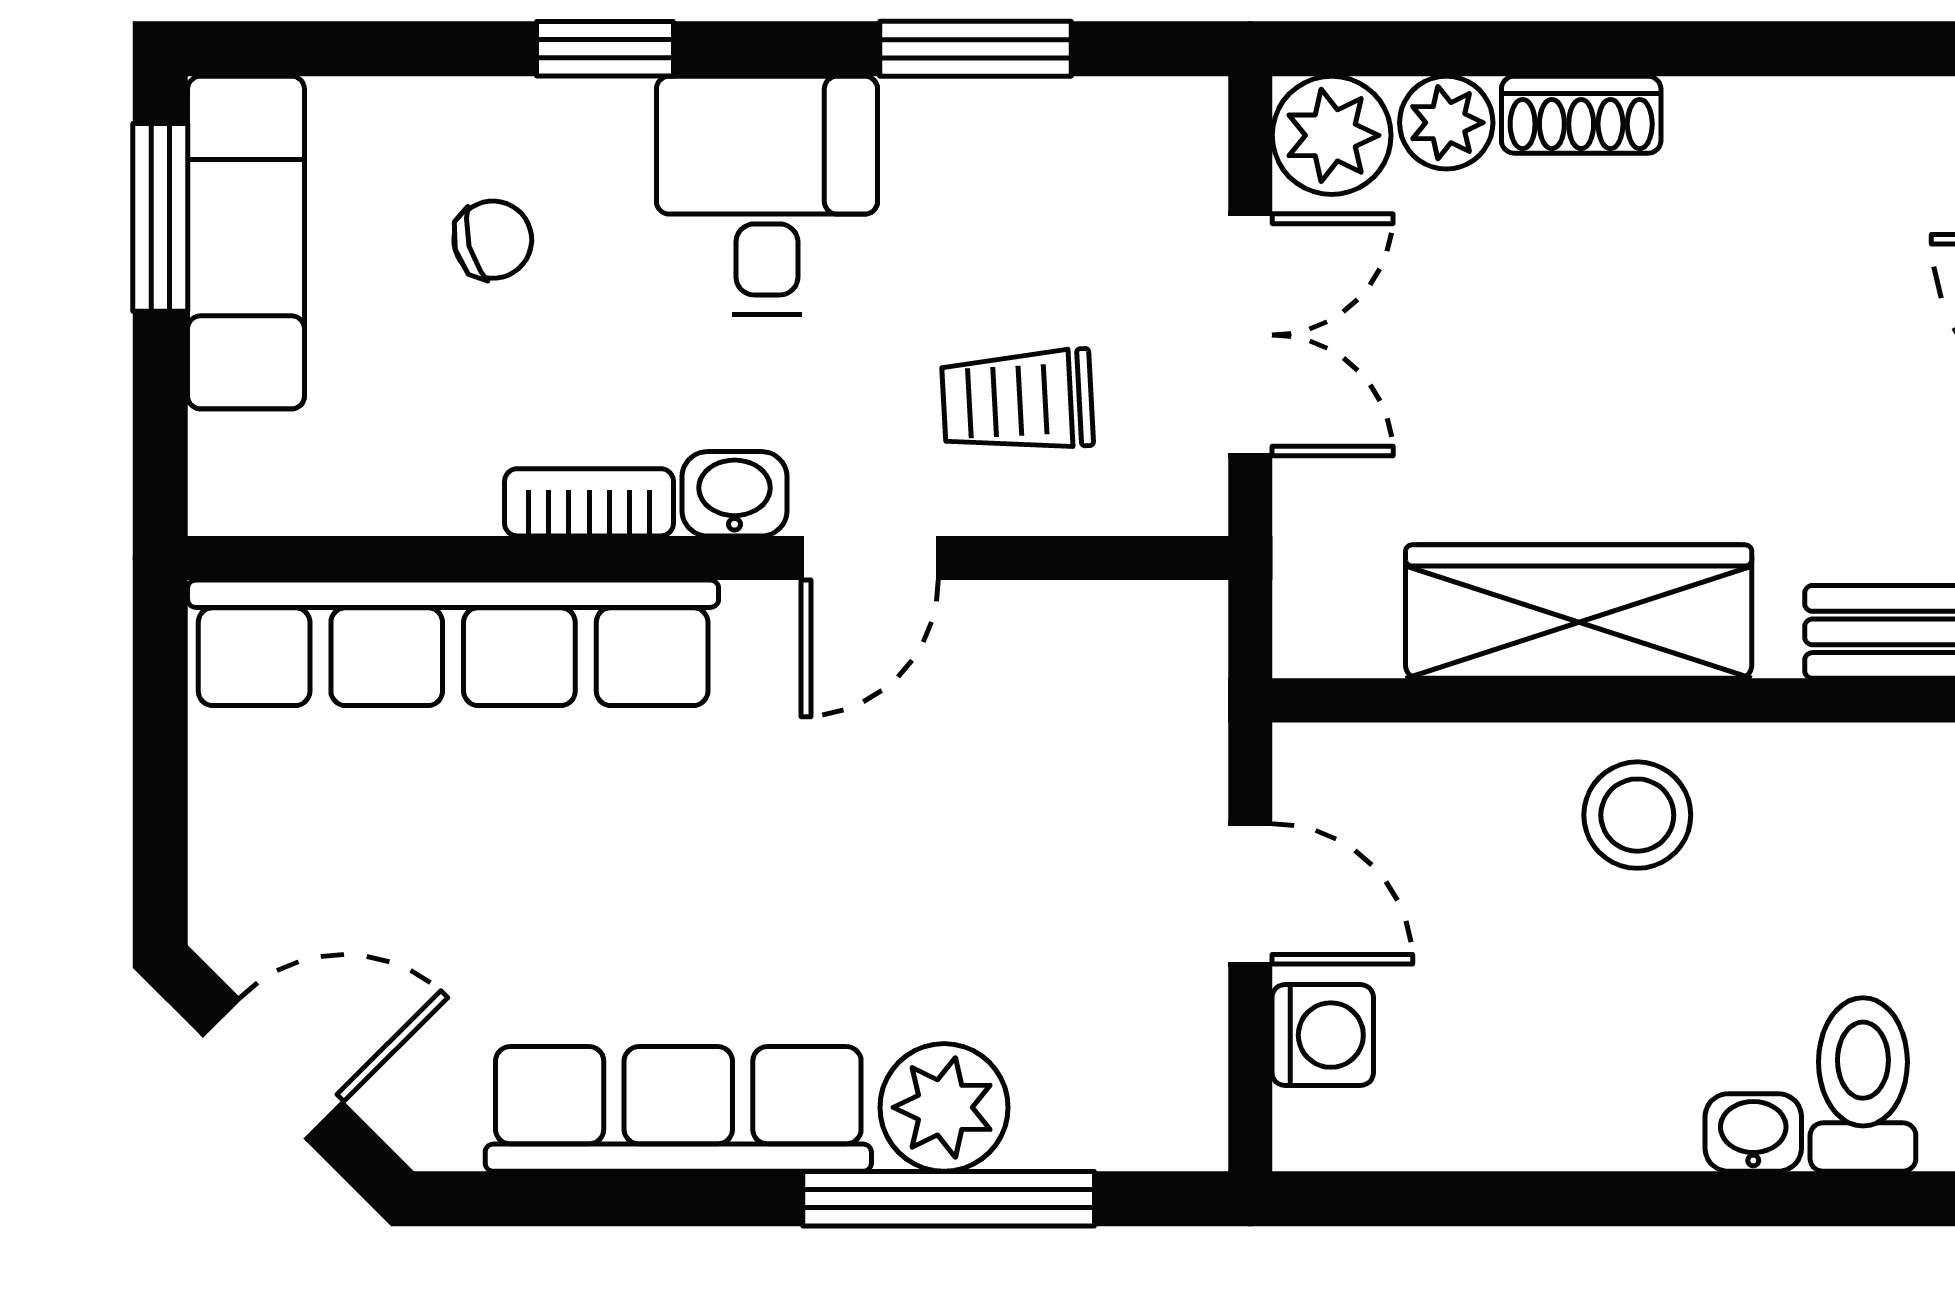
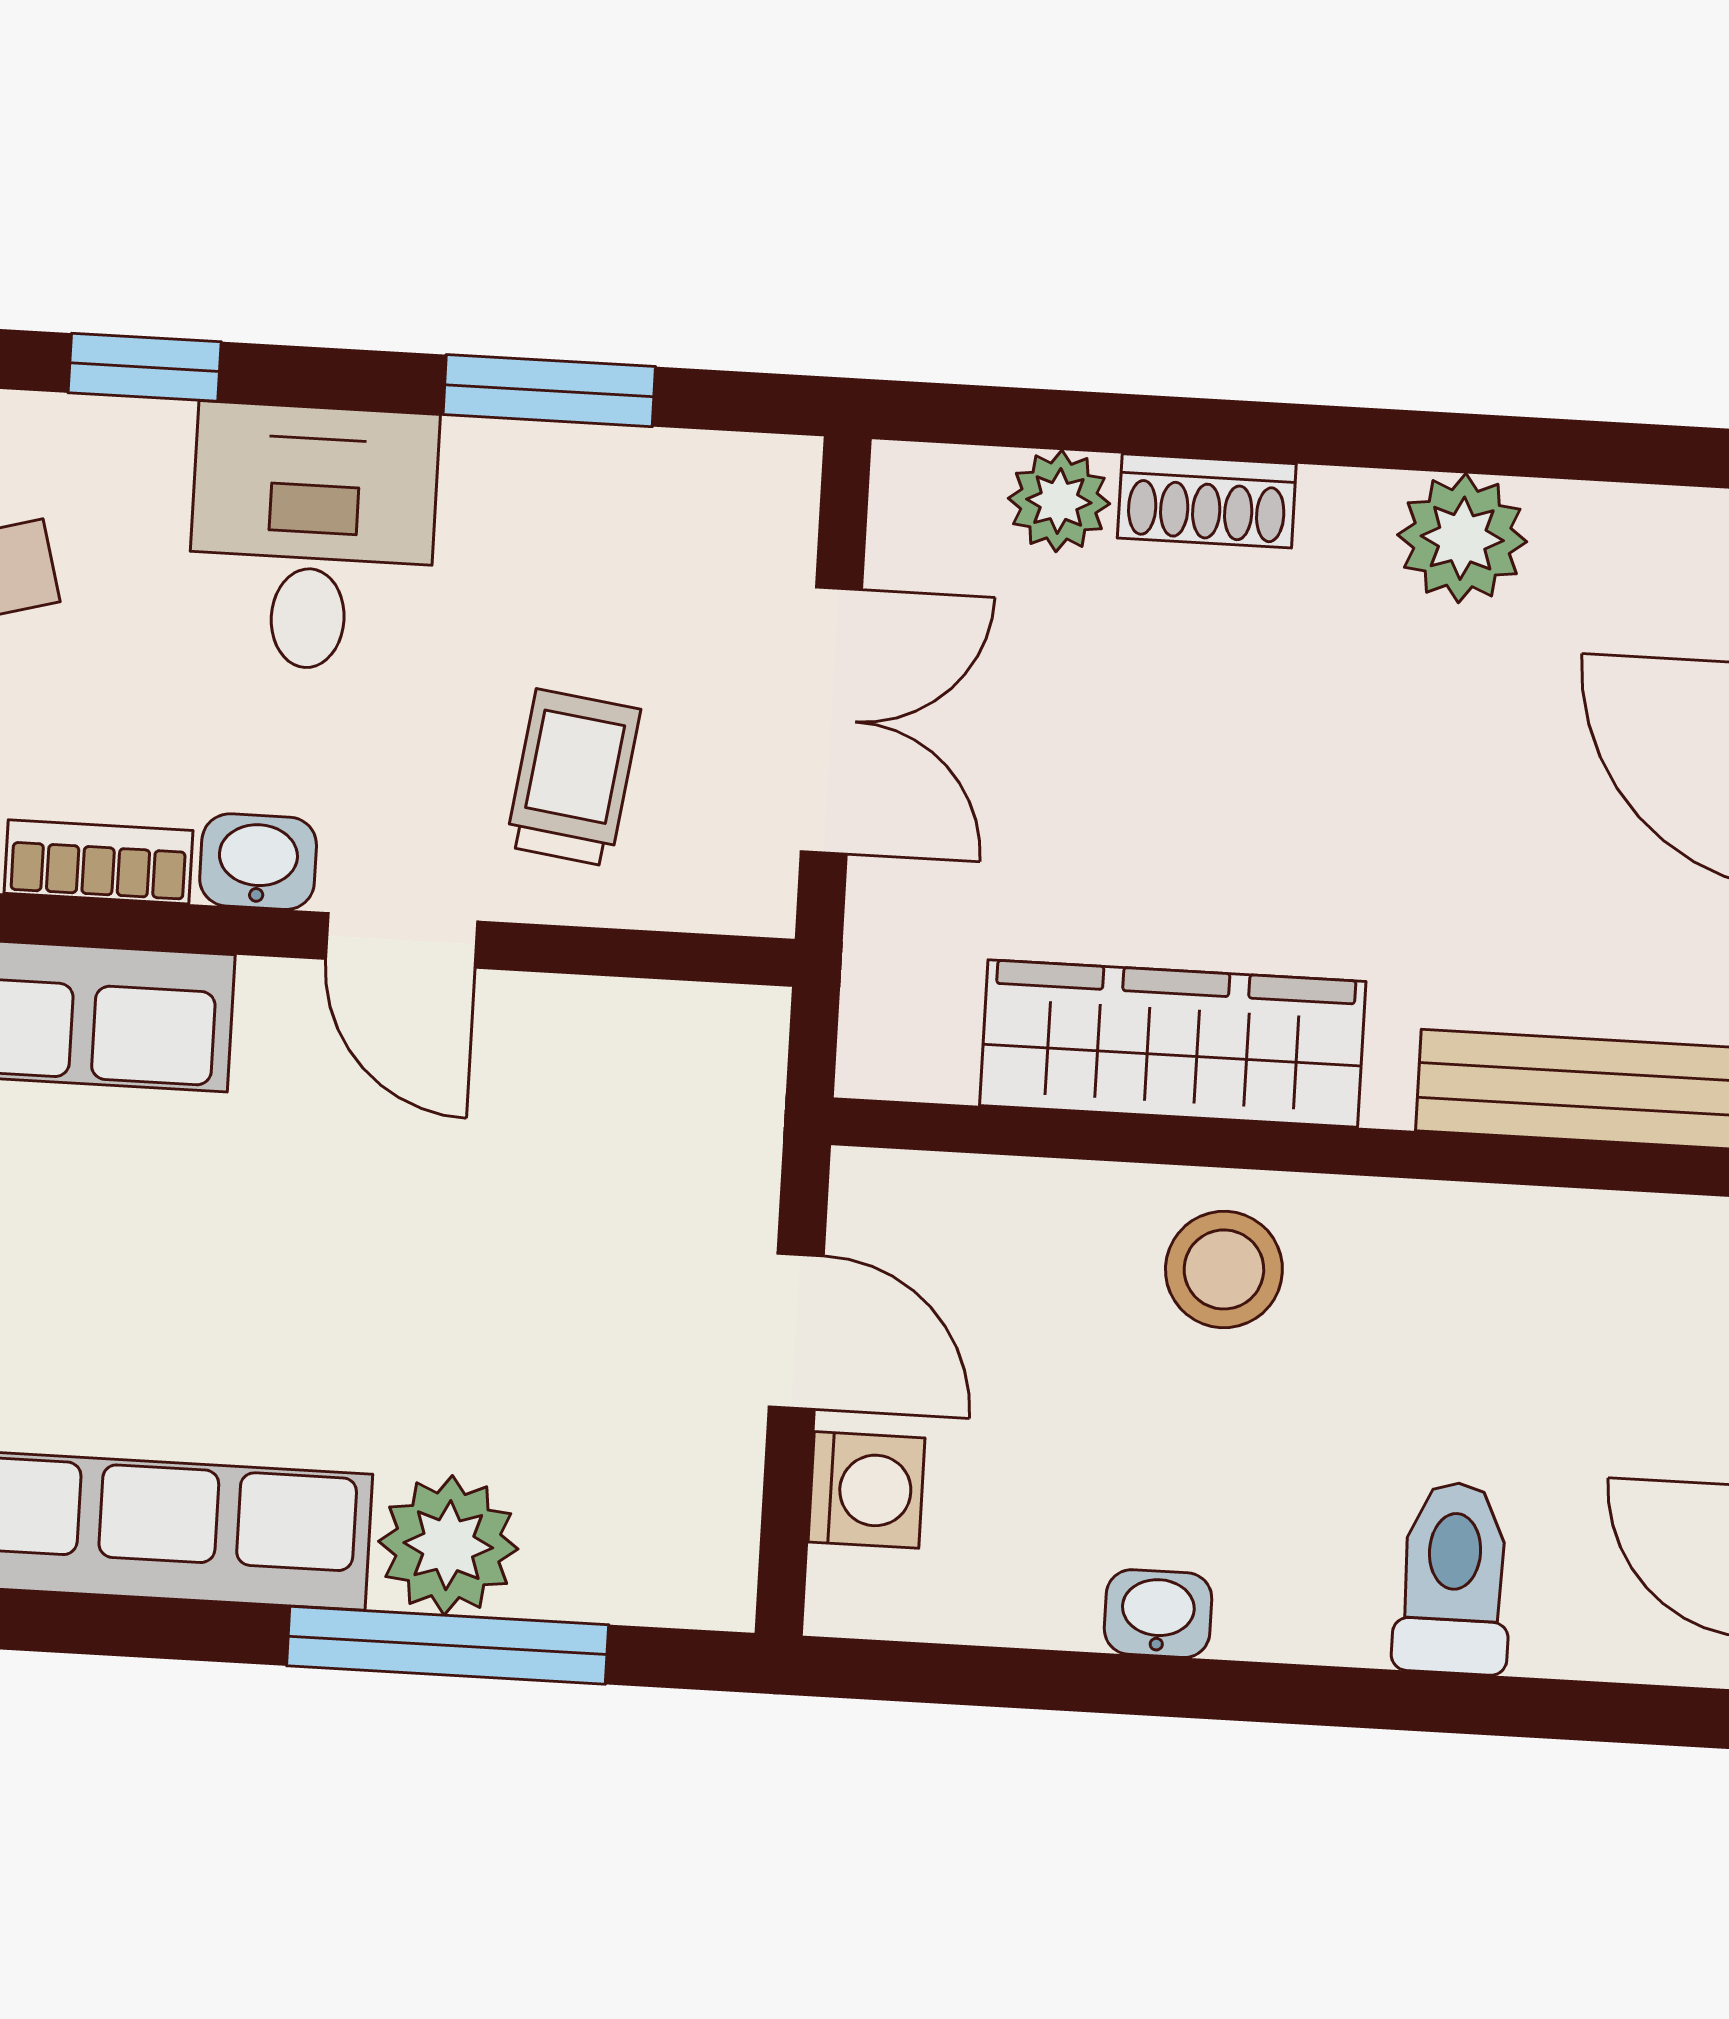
plant: (1332, 135) -> (1462, 538), moved
trolley: (1017, 401) -> (573, 778), turned 101
door: (870, 558) -> (402, 940), hinge flipped
washbasin: (1753, 1132) -> (1158, 1614), moved

